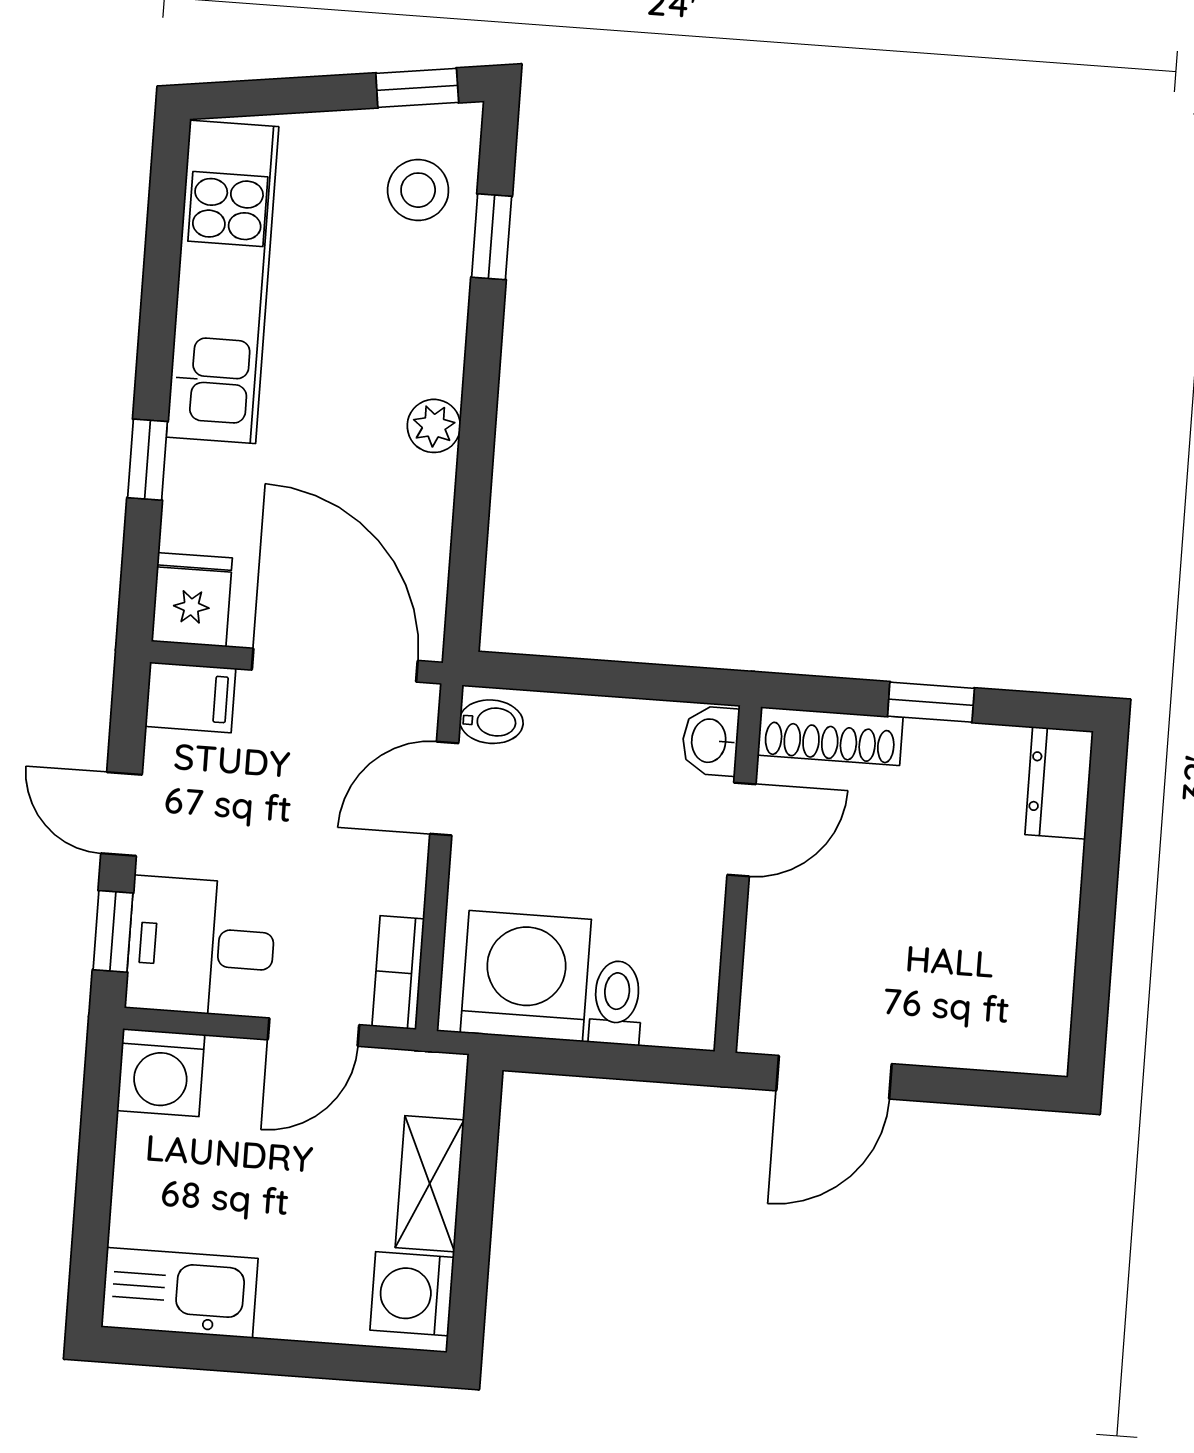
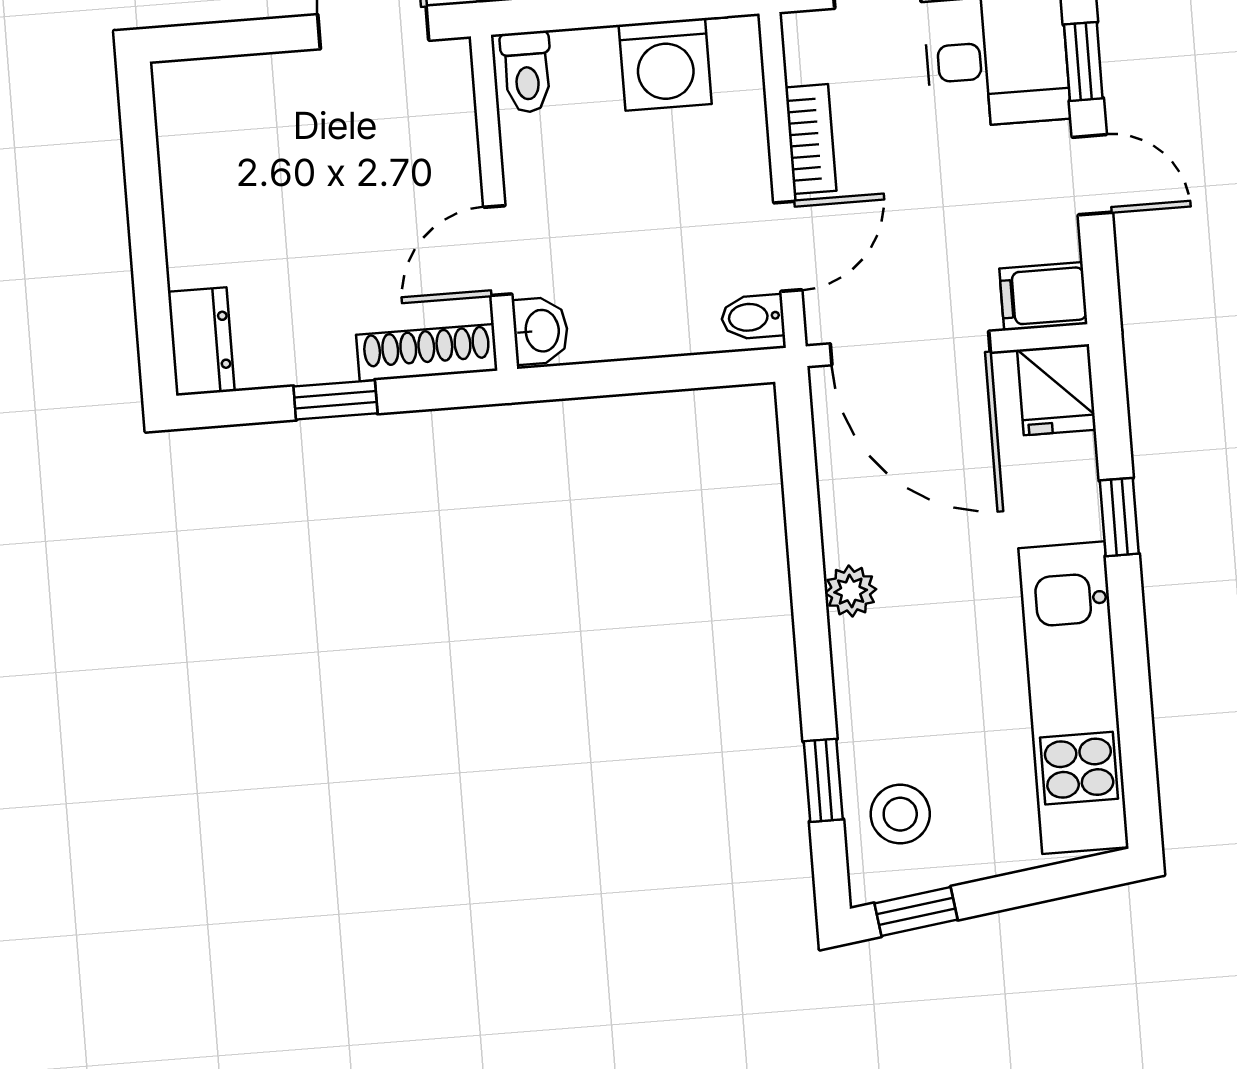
bookcase: (398, 973) -> (811, 139), moved
washing machine: (526, 976) -> (665, 64), width x0.73, depth x0.73
toilet: (616, 1003) -> (527, 72), moved

